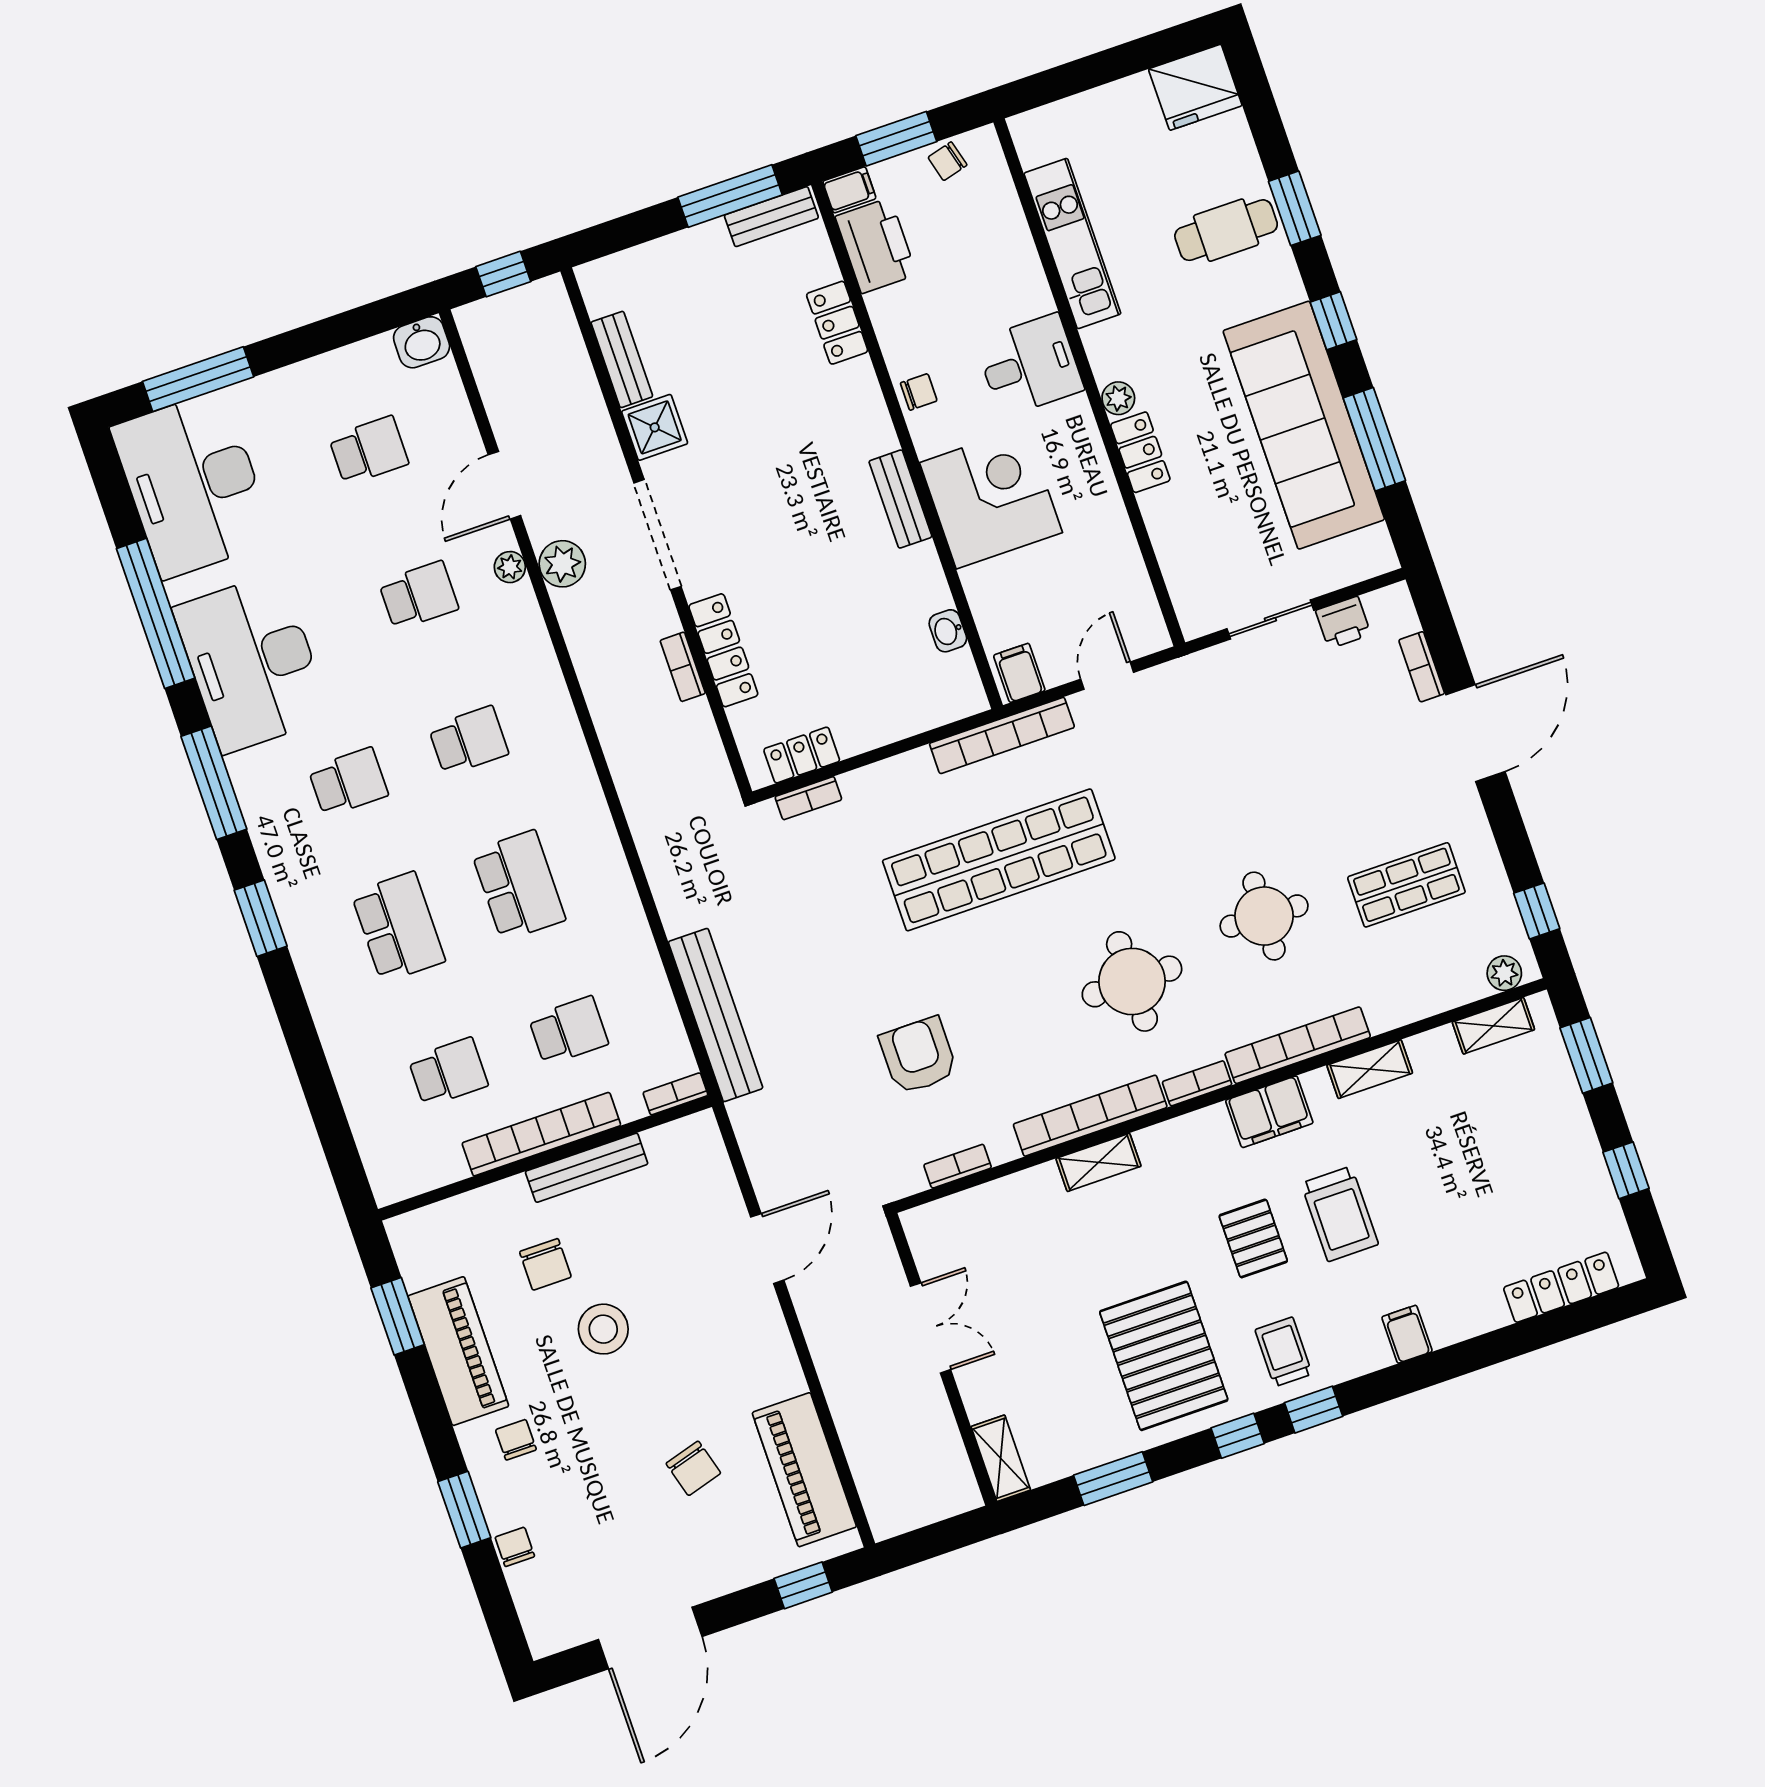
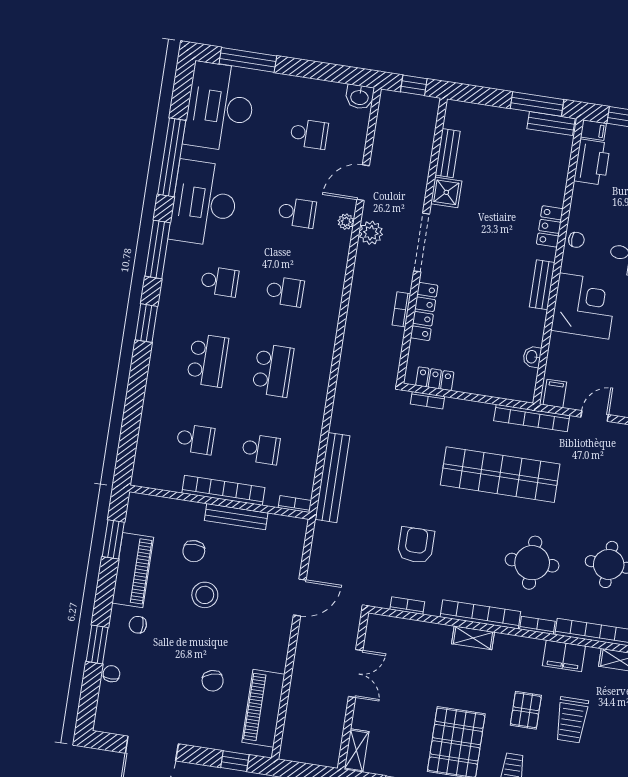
locker: (837, 323) -> (550, 226), moved
chair: (516, 1440) -> (138, 625), turned -90

